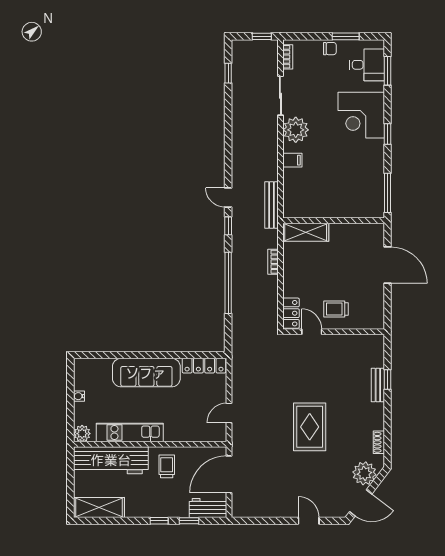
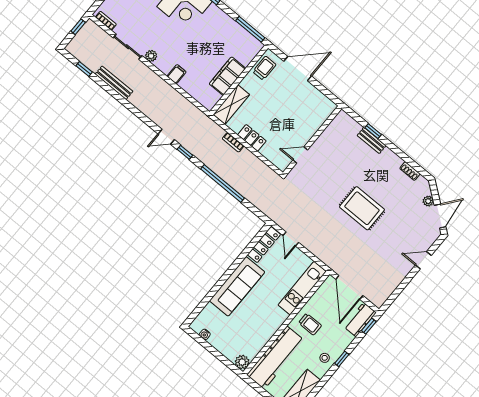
plant: (296, 130) -> (151, 56), width x0.53, depth x0.53
bench: (272, 205) -> (114, 83), moved
filing cabinet: (328, 207) -> (227, 76), added
trolley: (336, 309) -> (264, 68), moved, turned 180
locker: (291, 313) -> (252, 138), moved
water cooler: (79, 396) -> (205, 334), moved
door: (229, 413) -> (291, 239), moved
kitchen unit: (130, 433) -> (302, 288), moved
trolley: (167, 466) -> (310, 324), turned 180
plant: (364, 473) -> (428, 201), width x0.53, depth x0.53
stool: (147, 505) -> (325, 358), added
window: (189, 521) -> (369, 326), moved

